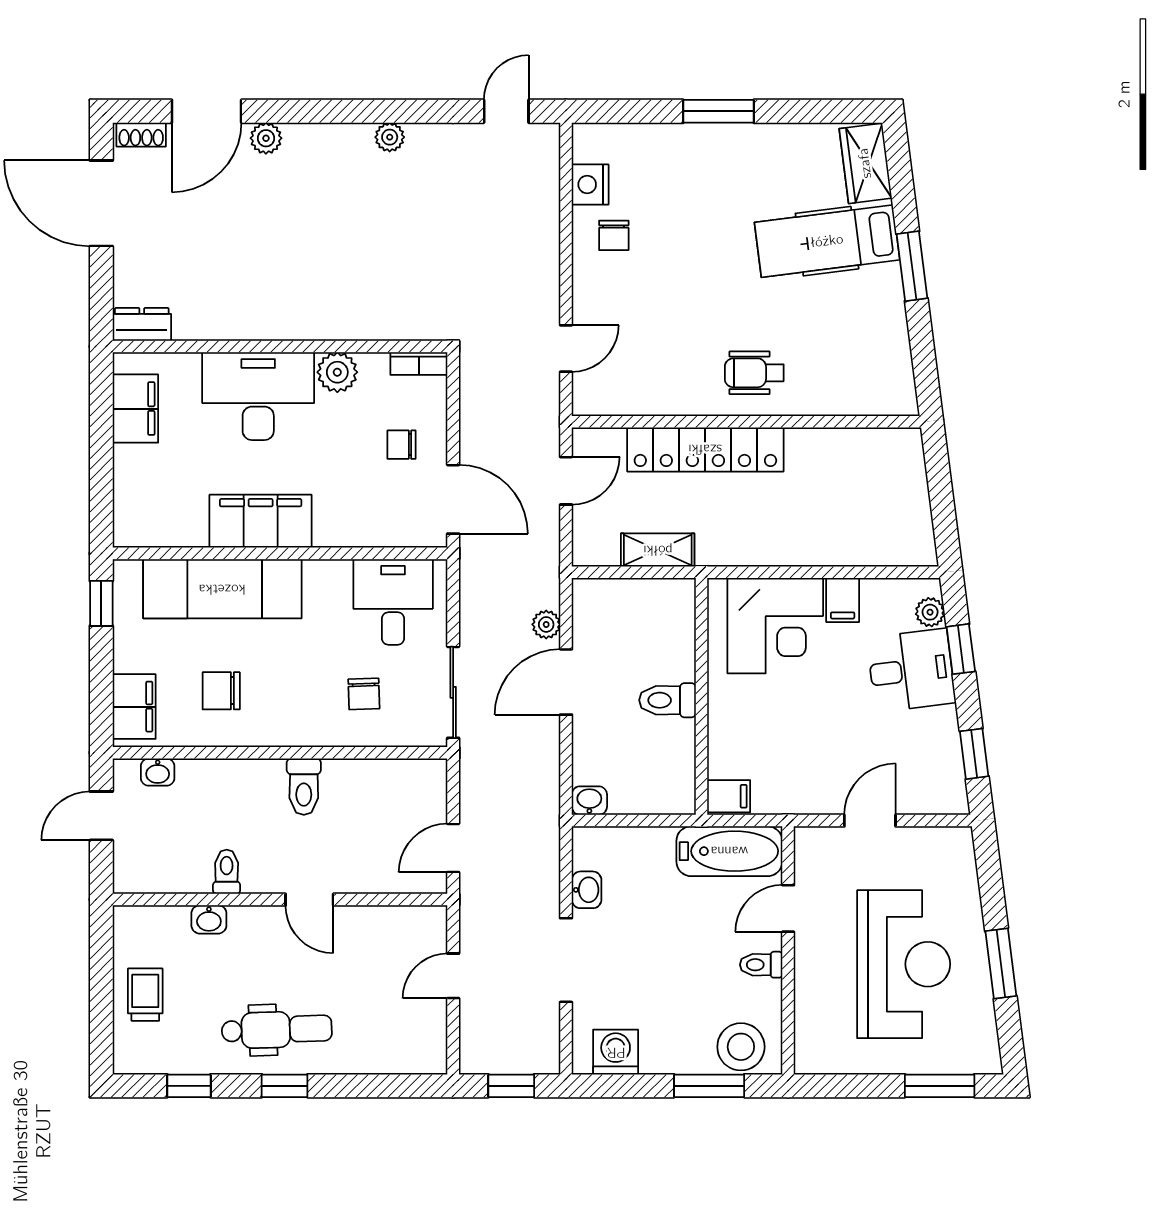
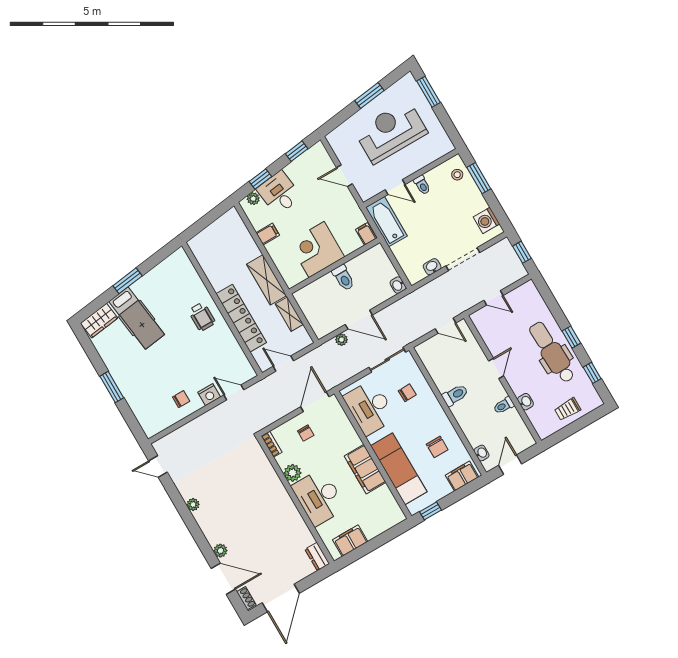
nightstand: (590, 184) -> (209, 395), moved
shelving: (752, 545) -> (267, 280), added
desk: (393, 602) -> (370, 407), width x1.37
corner desk: (775, 626) -> (317, 250), moved, turned -90
door: (101, 816) -> (510, 465), swing flipped
dental chair: (277, 1030) -> (552, 352), width x1.36, depth x1.38
stool: (741, 1047) -> (457, 175), width x0.53, depth x0.53

